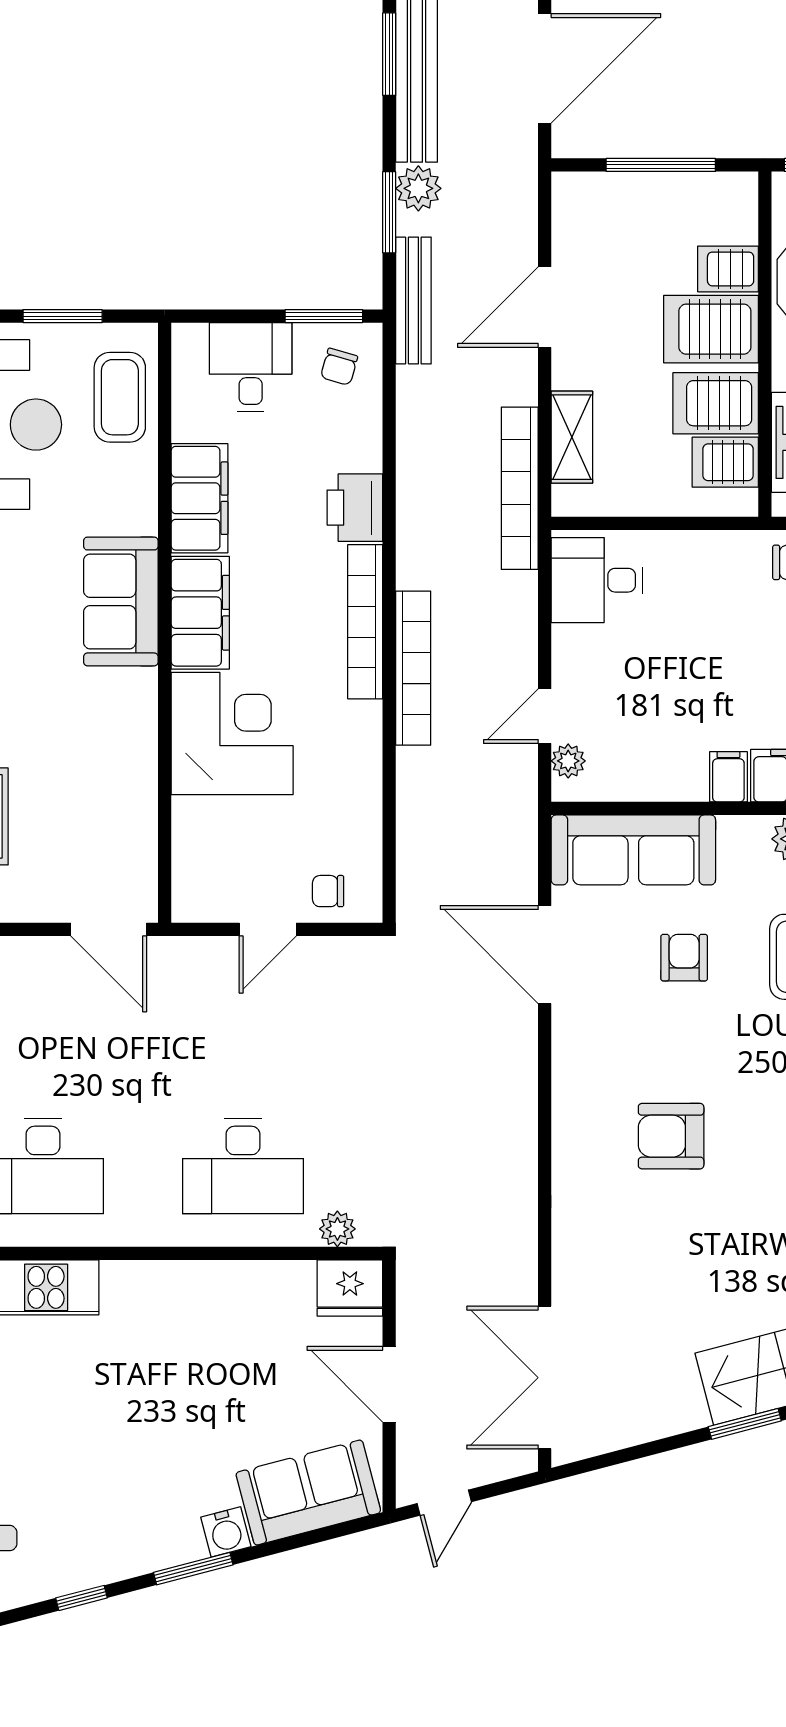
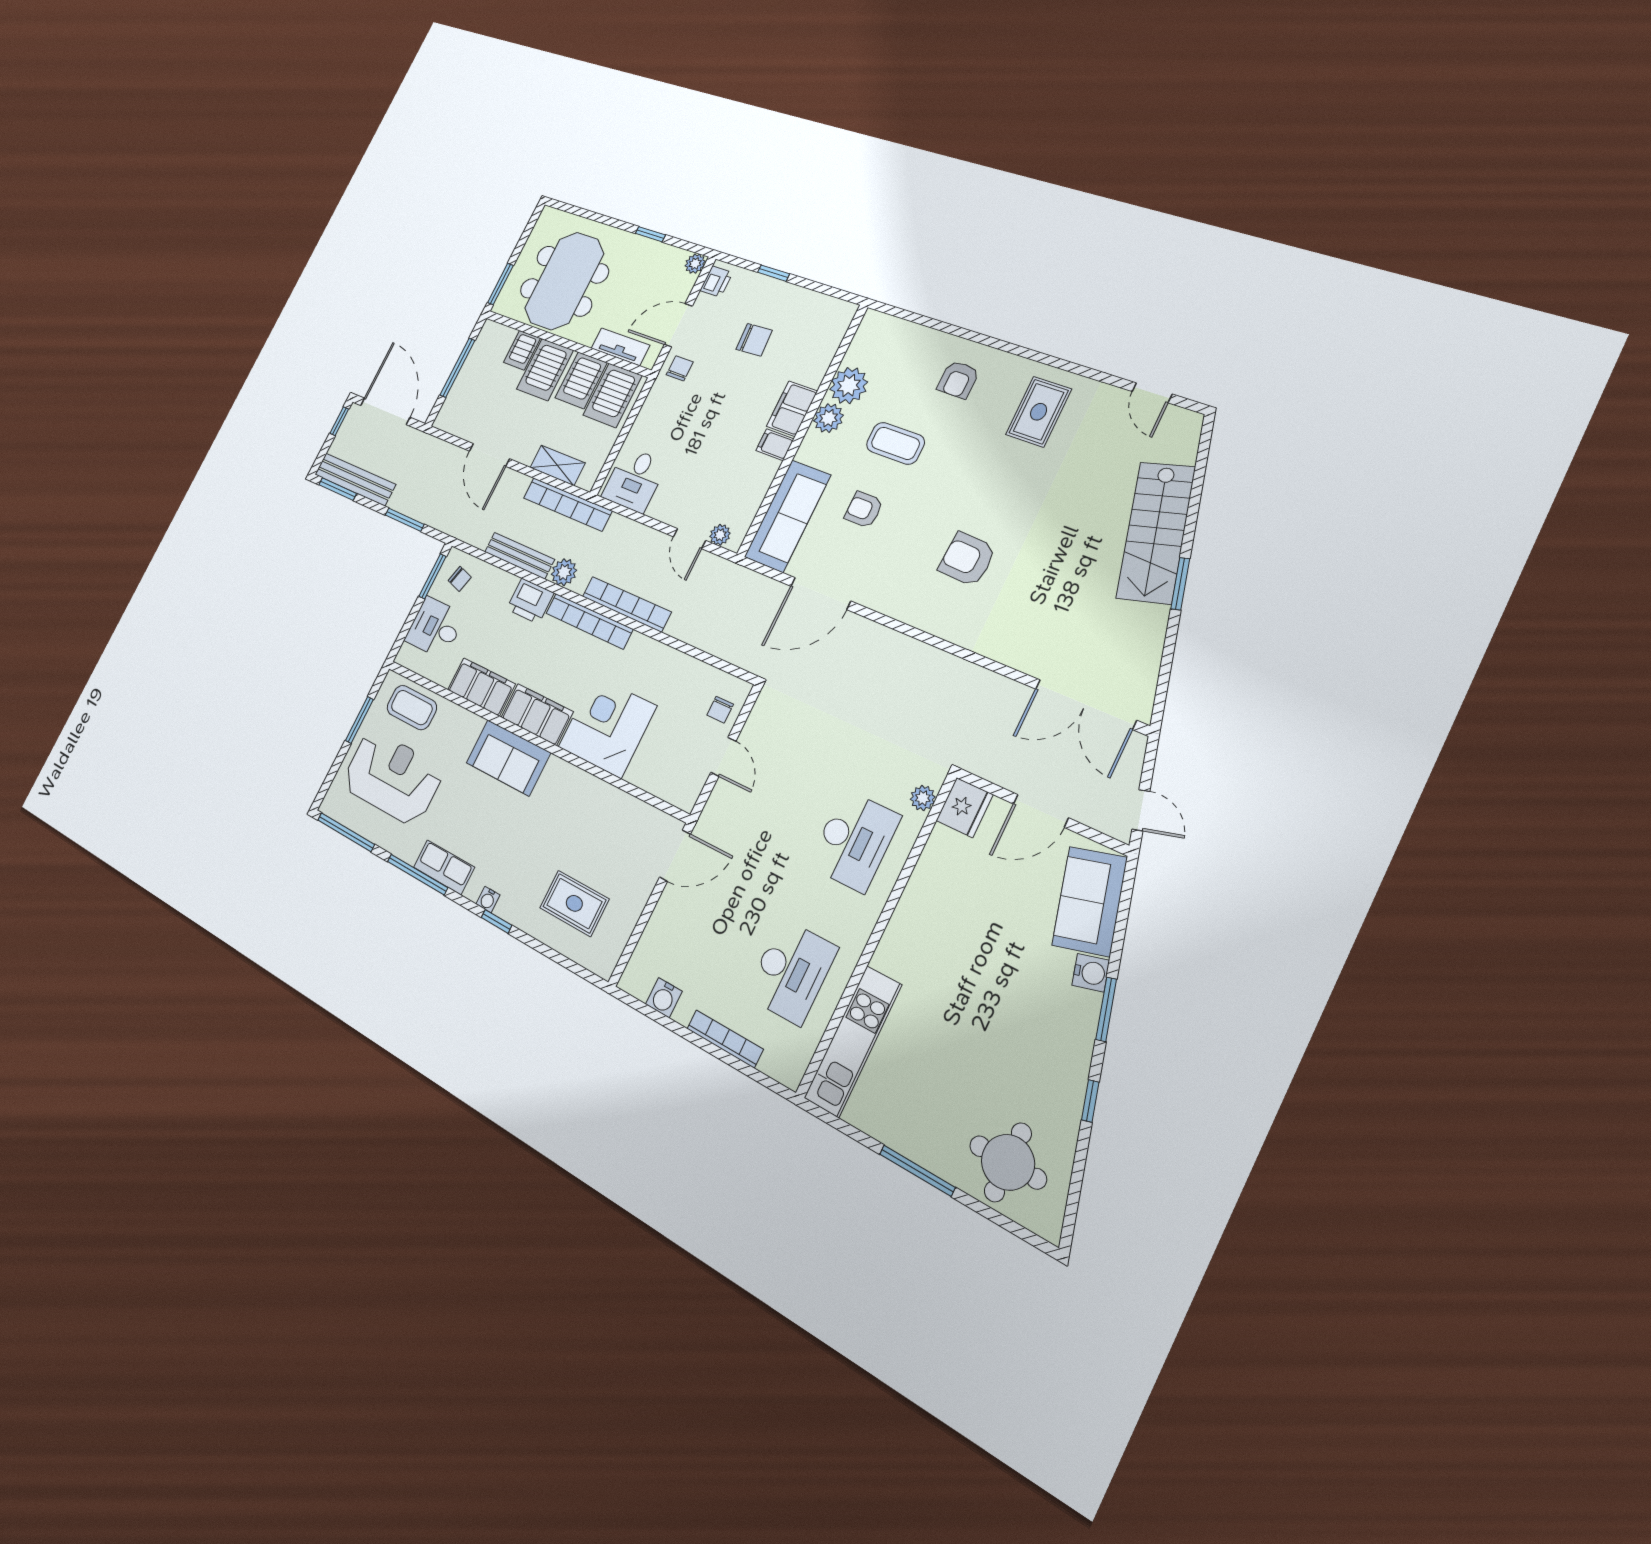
plant: (418, 188) -> (564, 572), moved
bench: (413, 301) -> (519, 556), moved
server rack: (725, 462) -> (612, 395), width x1.36, depth x1.44
armchair: (671, 1136) -> (967, 559), turned 93

